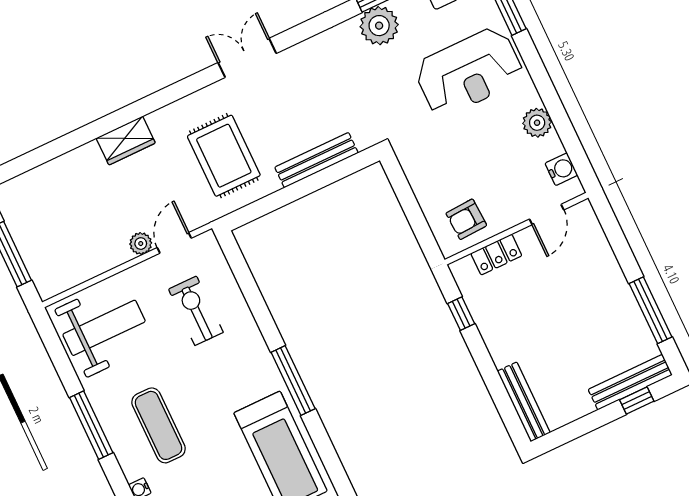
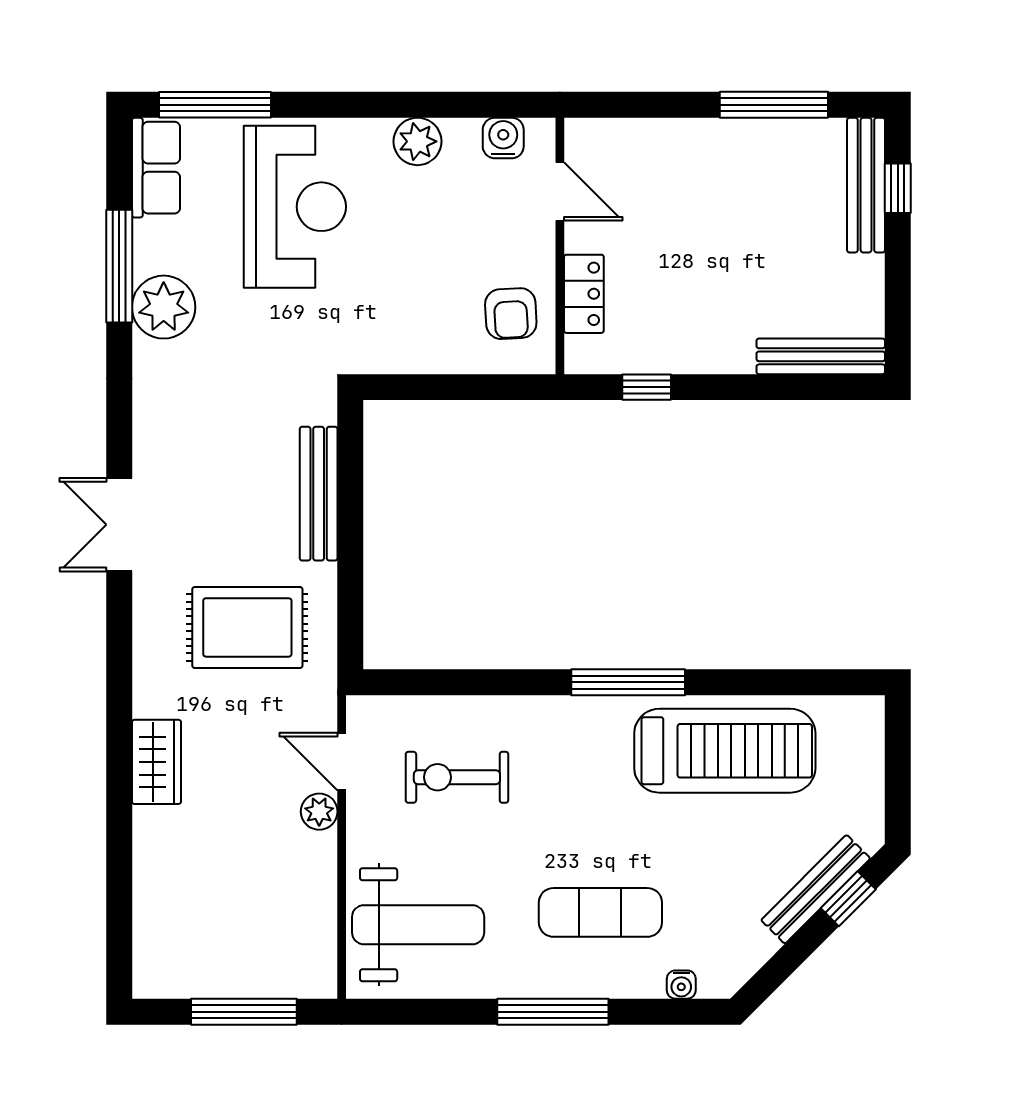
weight bench: (104, 328) -> (418, 925), turned 90

